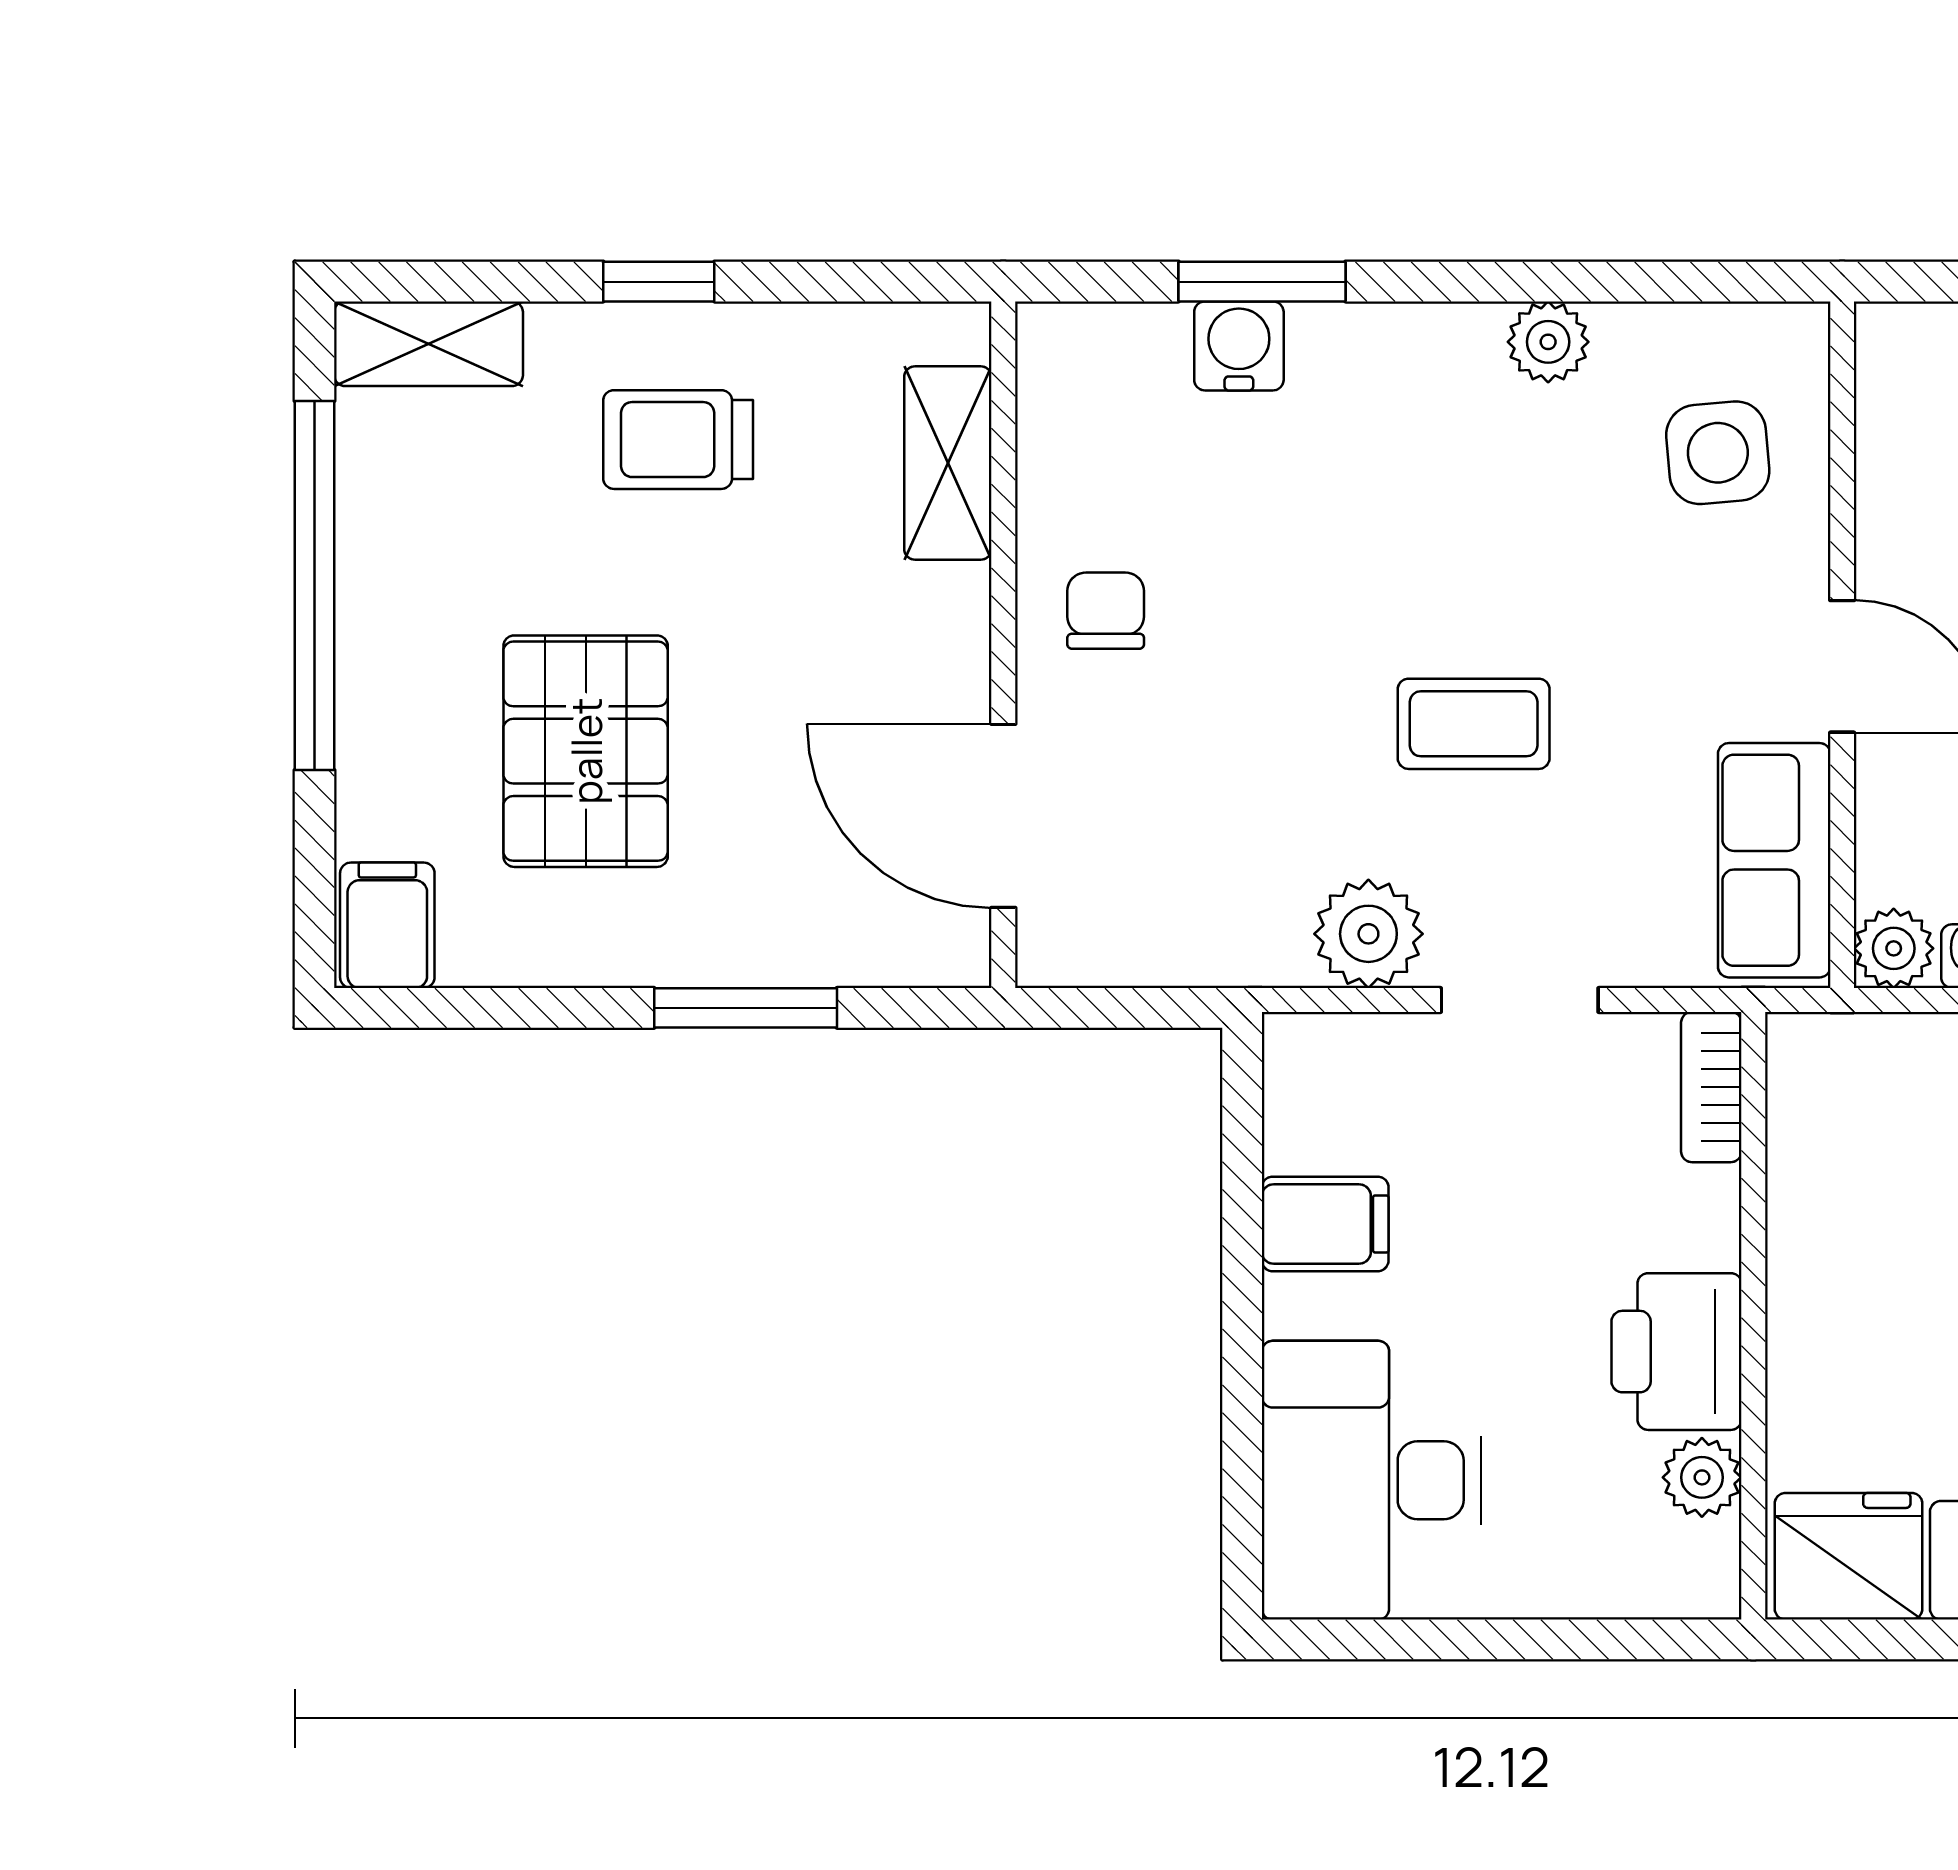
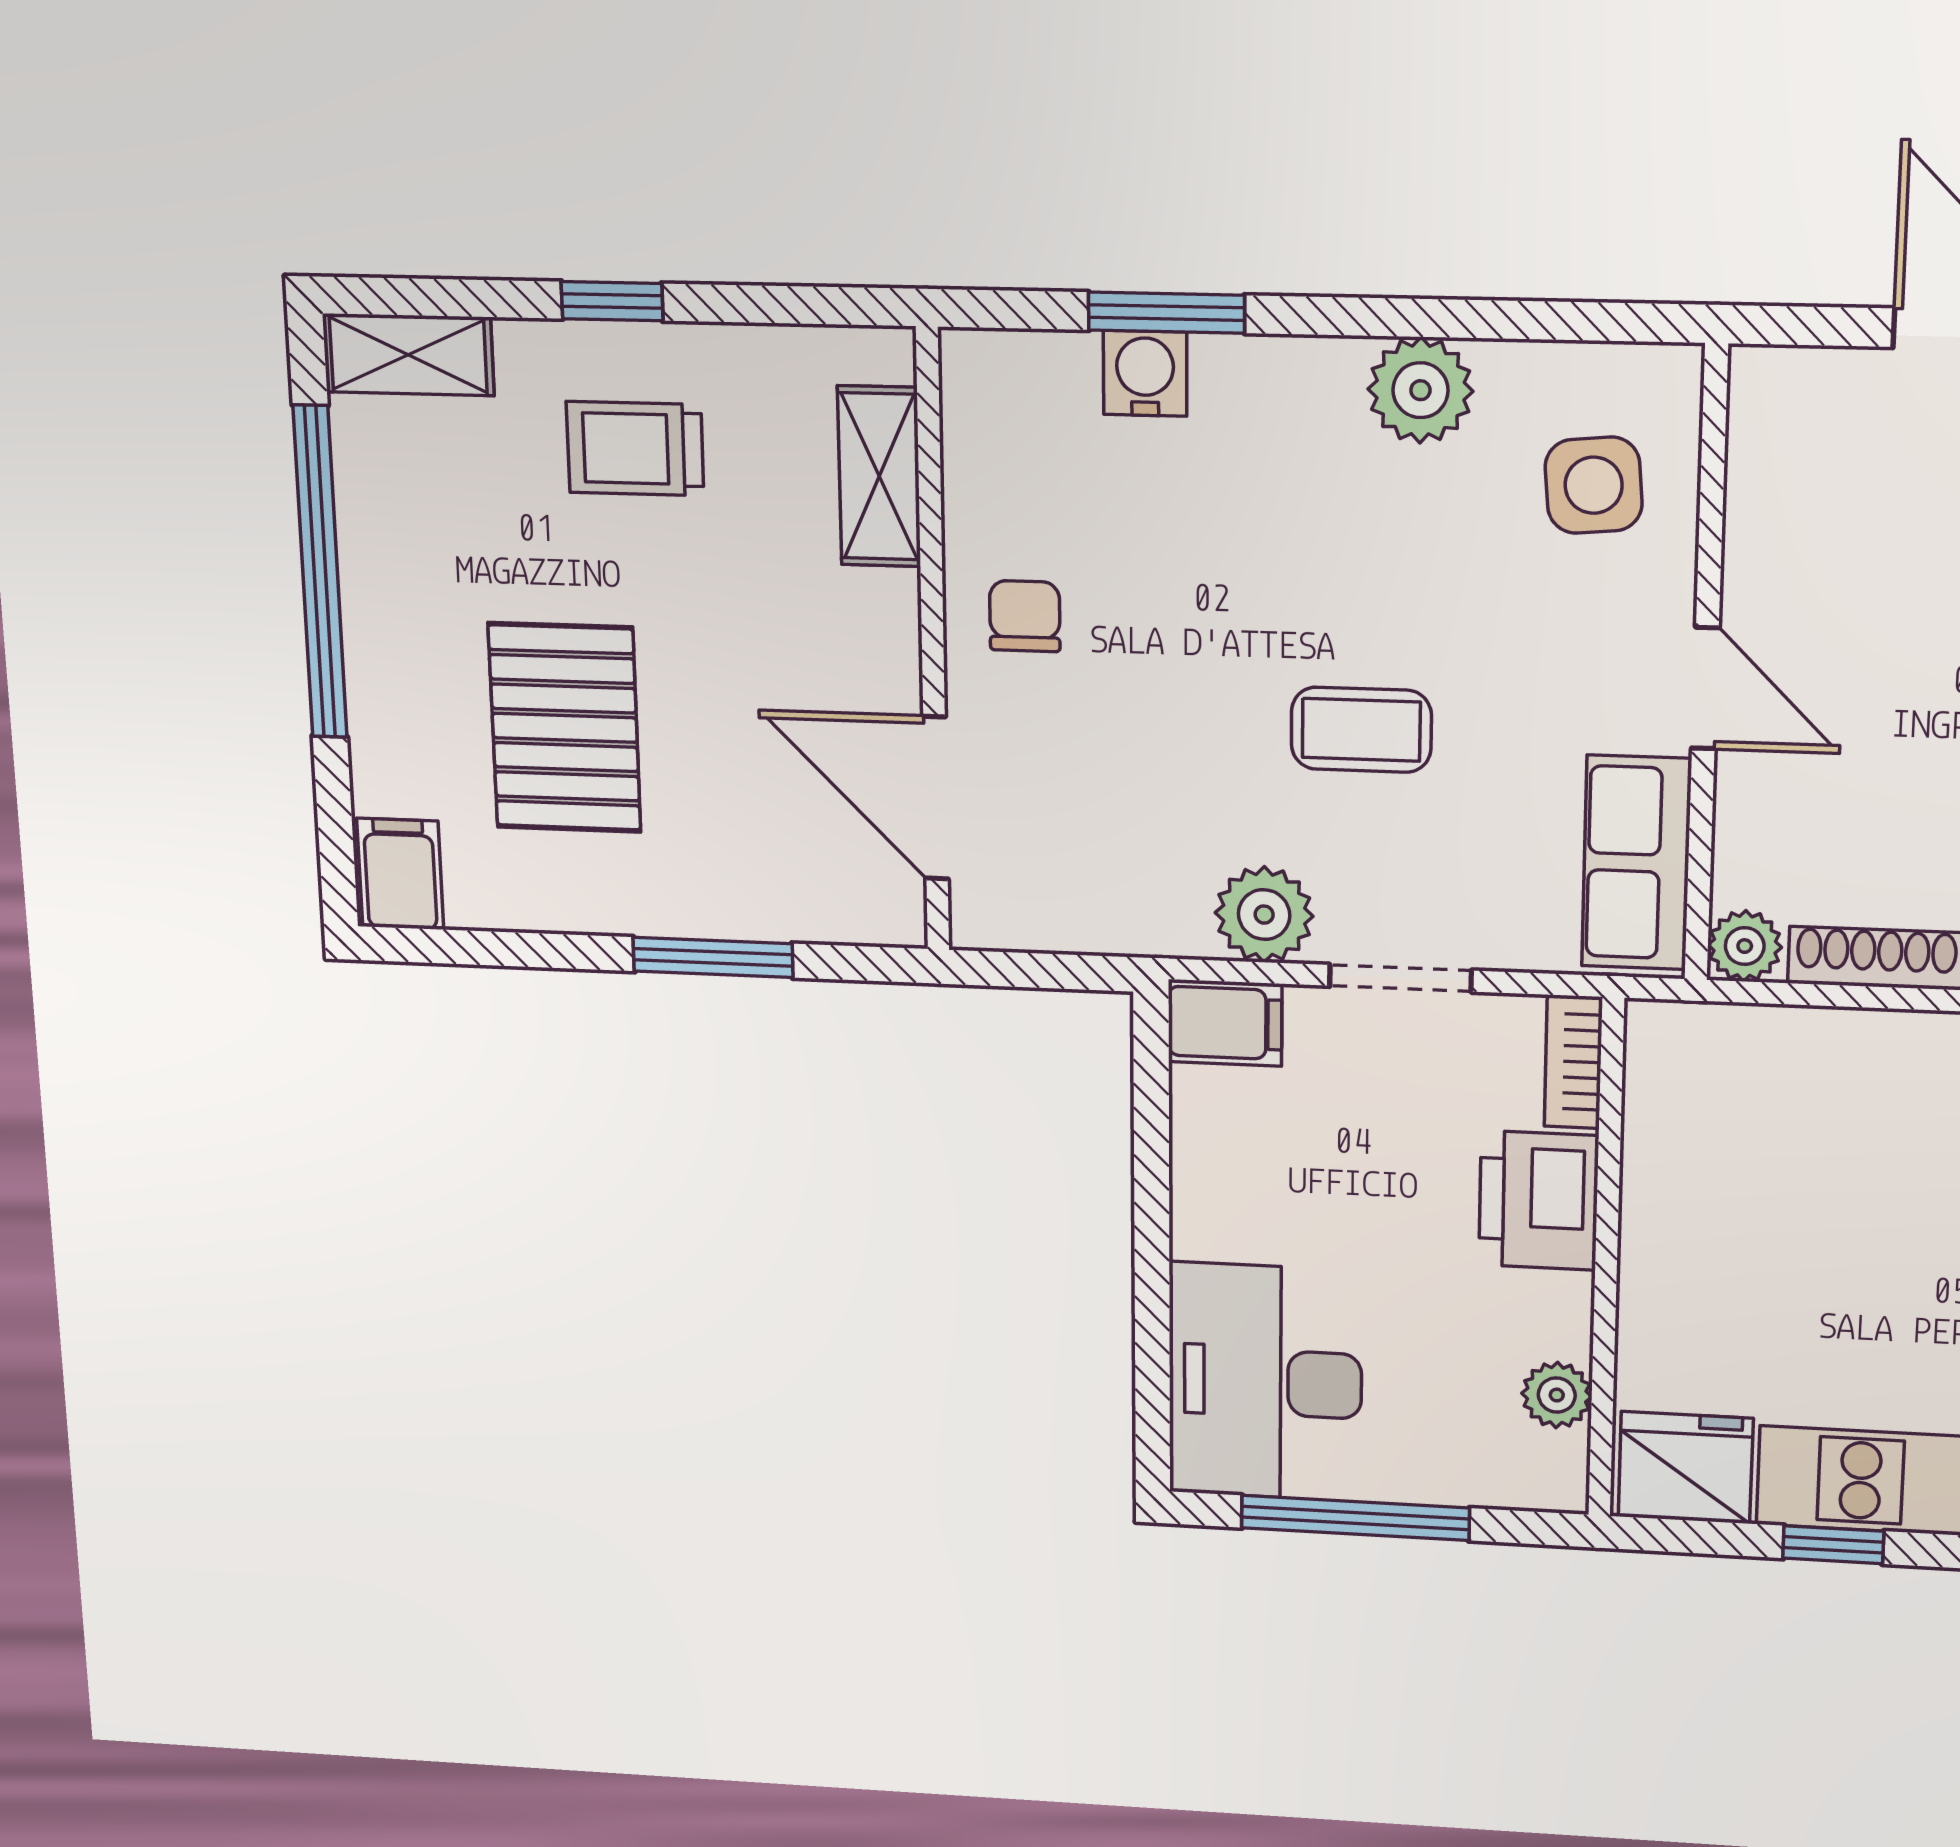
plant: (1548, 342) -> (1420, 390), width x1.38, depth x1.38
filing cabinet: (1325, 1224) -> (1225, 1023), moved
printer: (1677, 1352) -> (1538, 1200), moved
window: (1476, 1639) -> (1355, 1518), added

